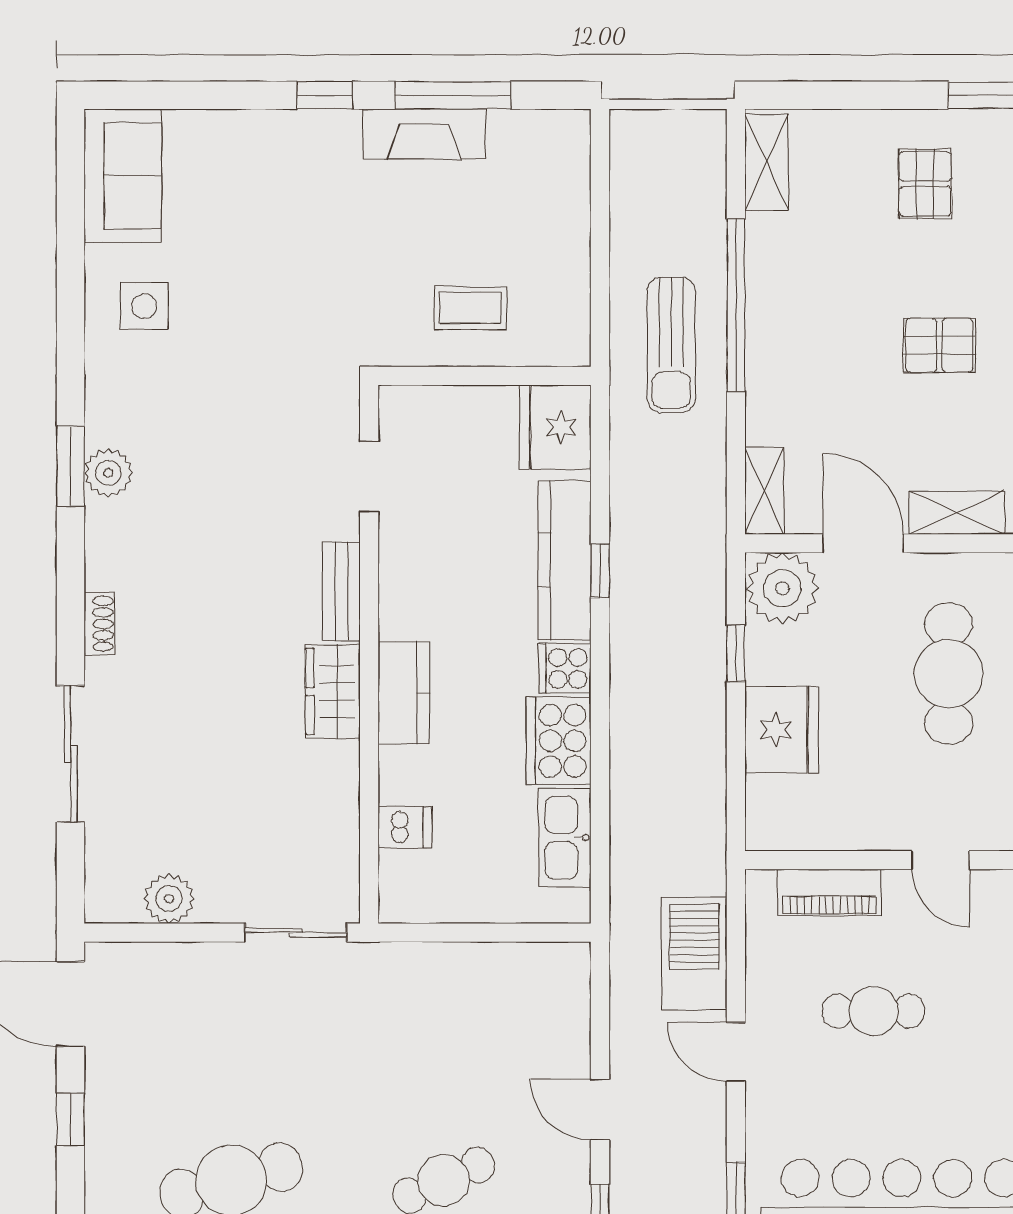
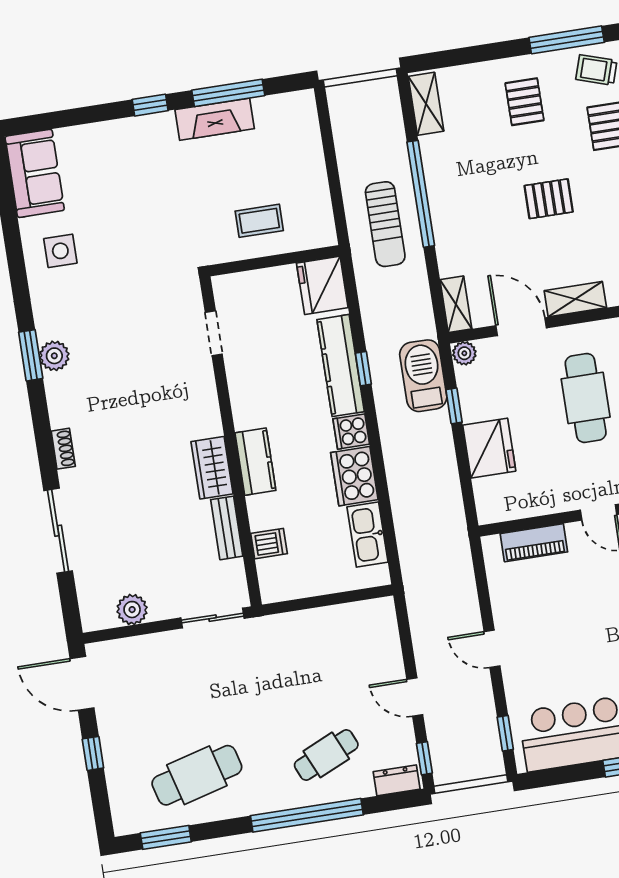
plant: (782, 588) -> (464, 353), width x0.53, depth x0.53
bench: (341, 591) -> (227, 528), moved
barbecue: (694, 954) -> (423, 376), moved
cafe table: (873, 1011) -> (572, 611), removed

